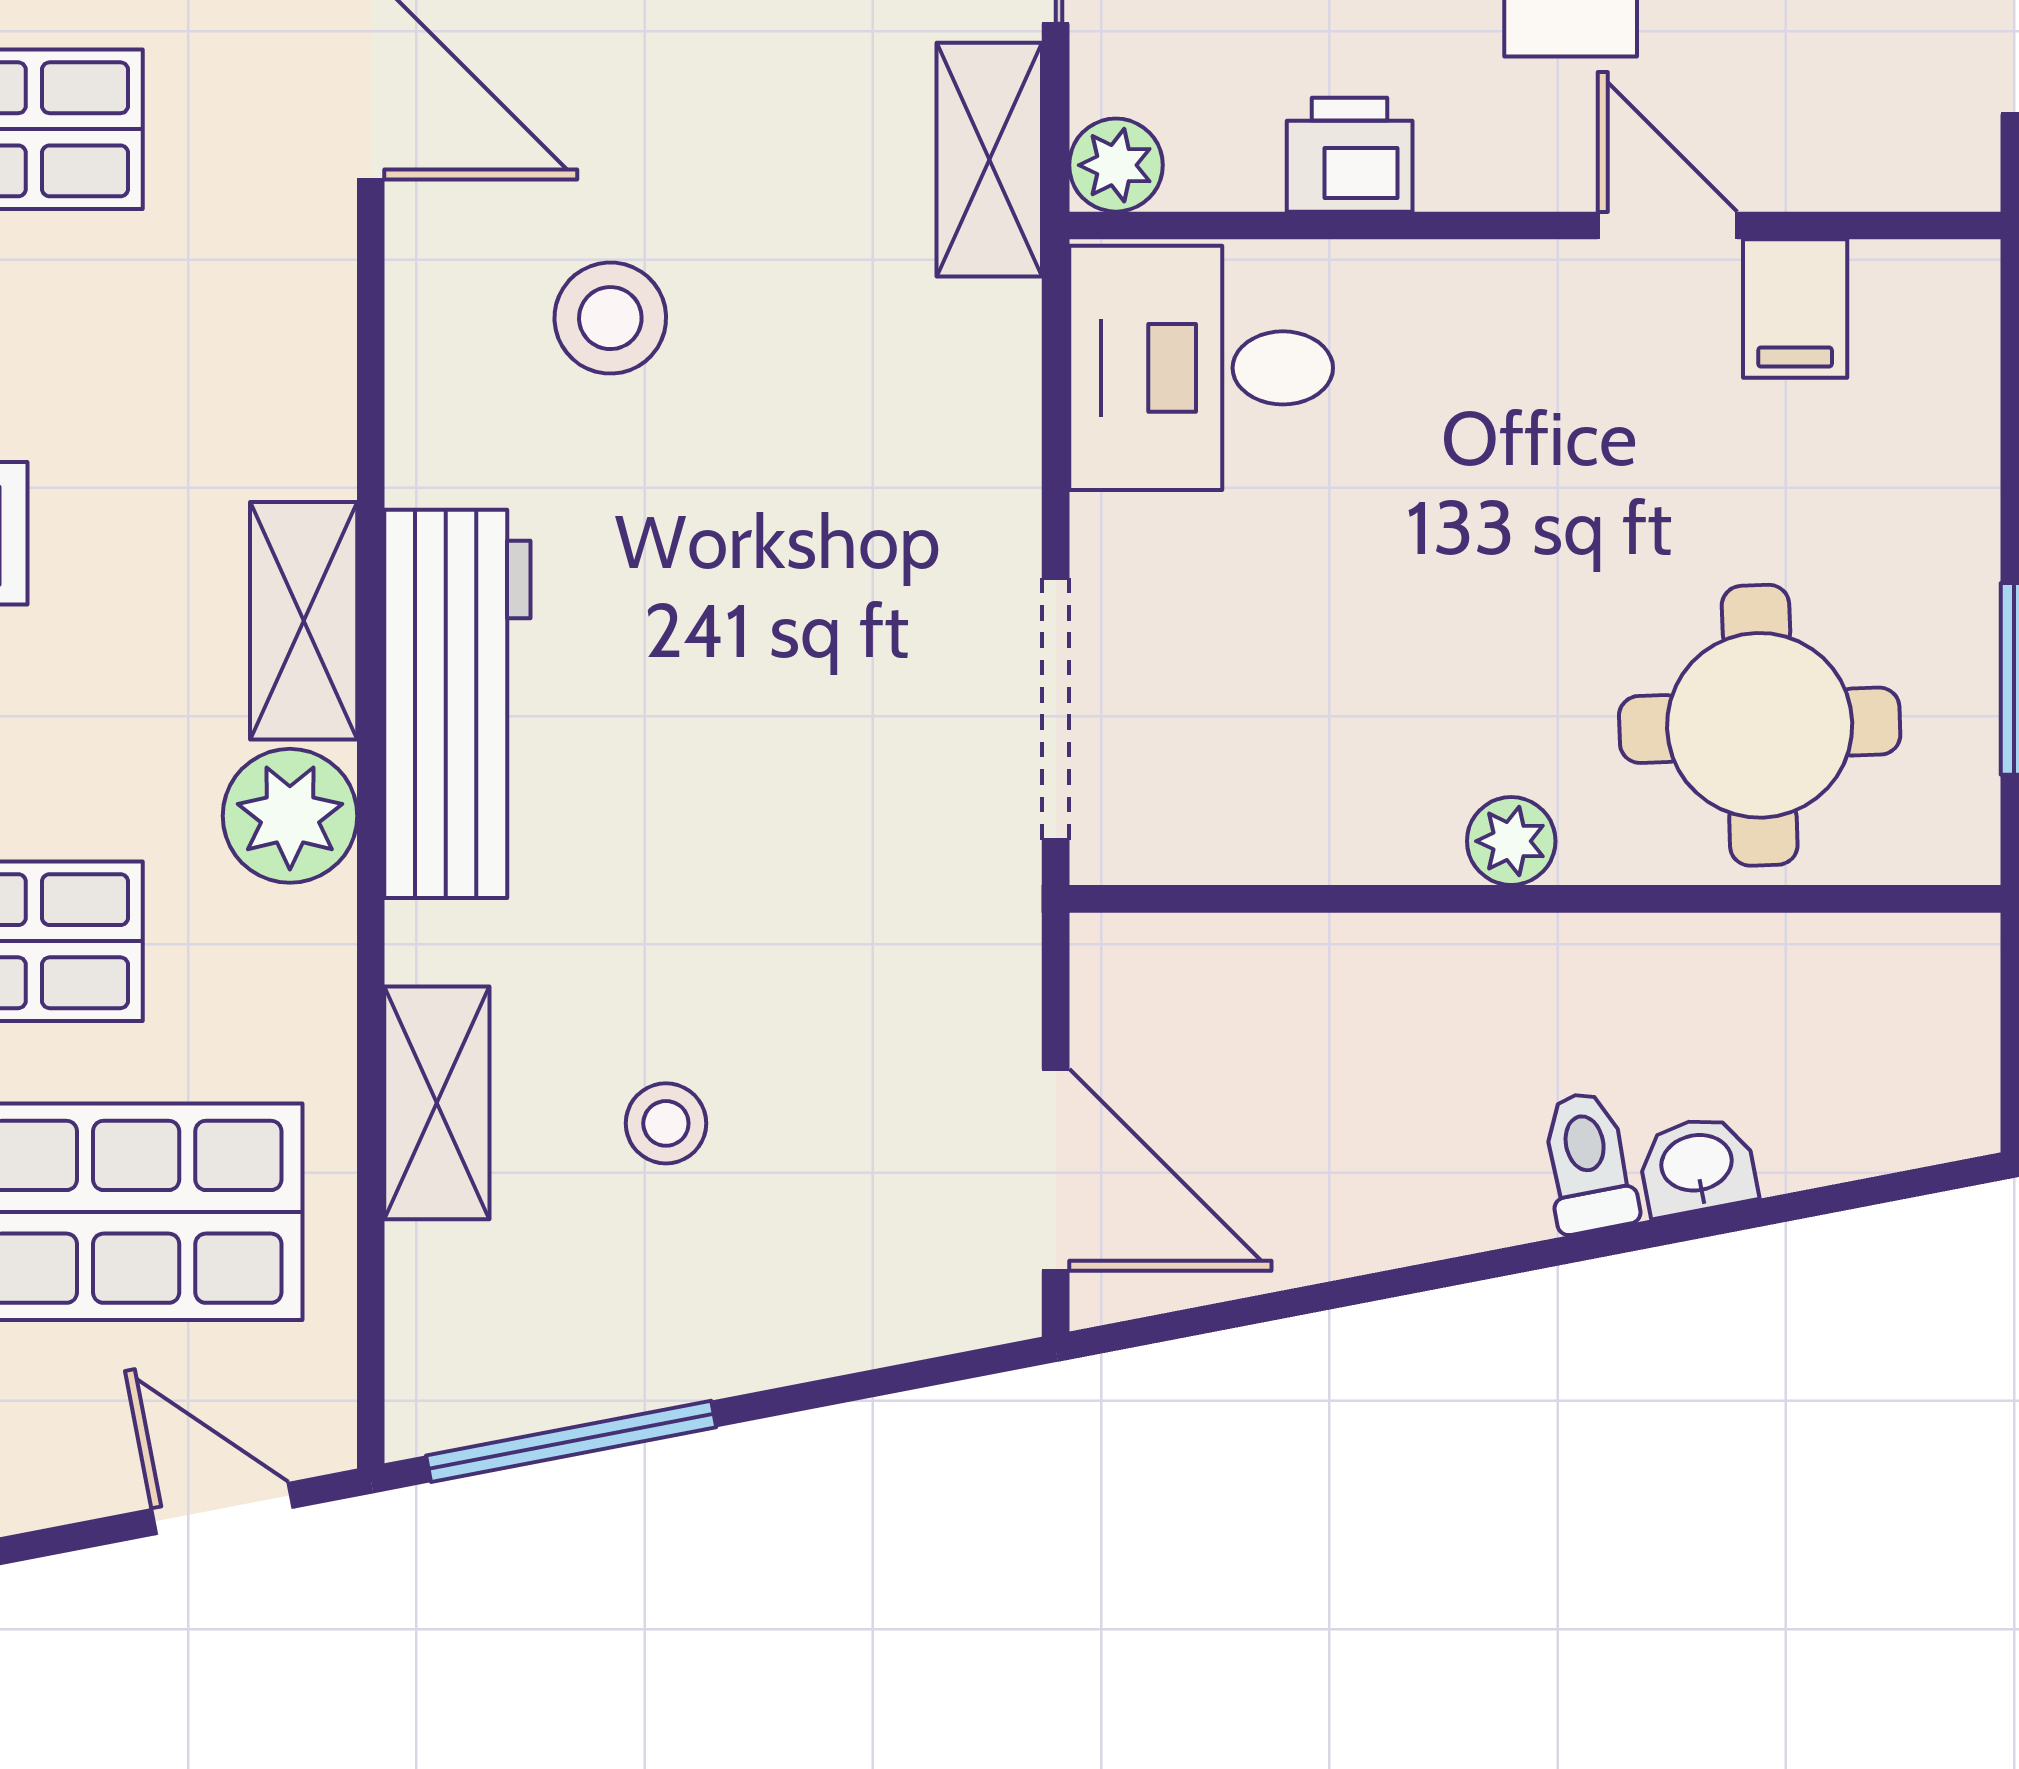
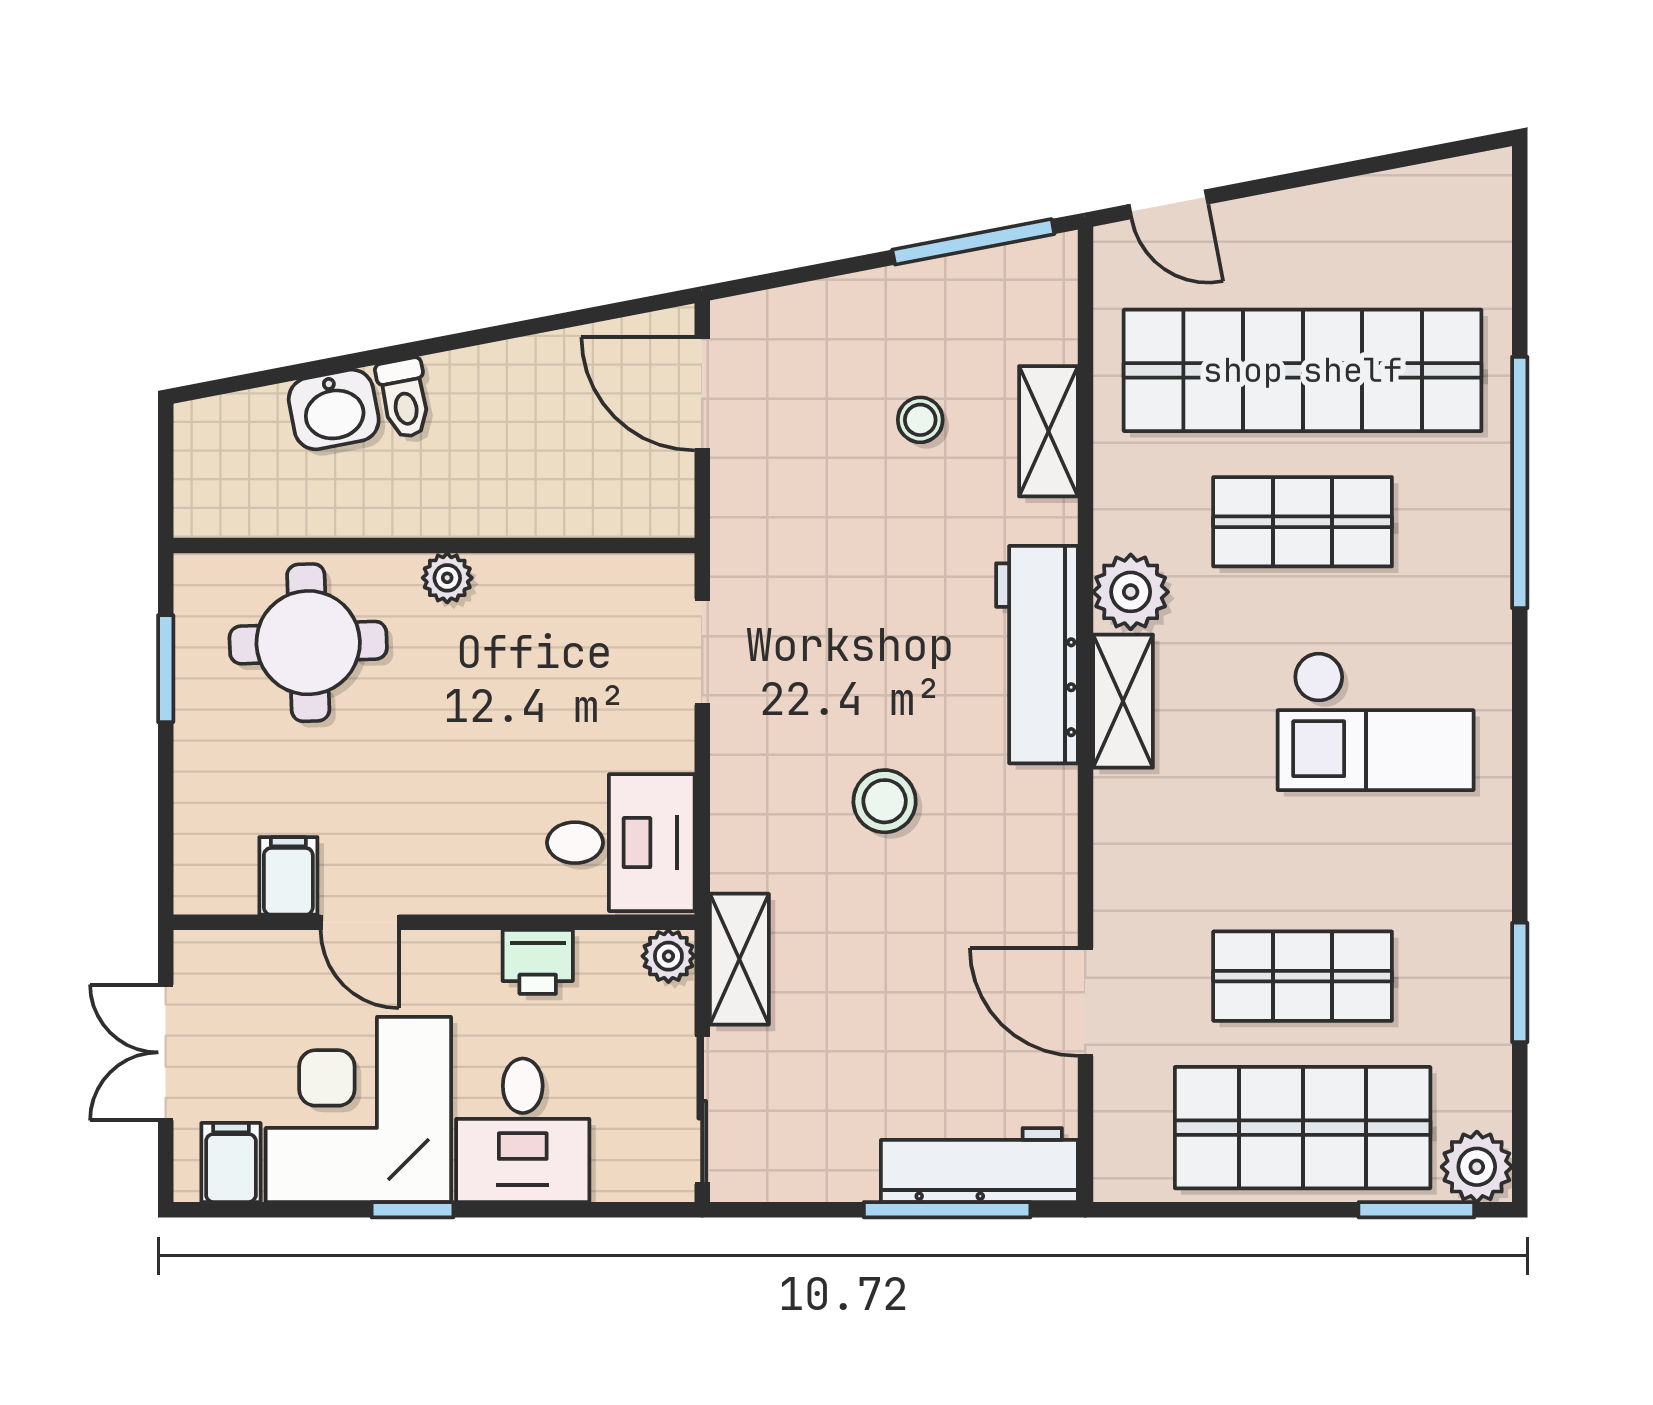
stool: (610, 318) -> (885, 801), moved
doorway: (1056, 709) -> (702, 652), width x0.73
washbasin: (1697, 1165) -> (334, 409), width x1.38, depth x1.45

